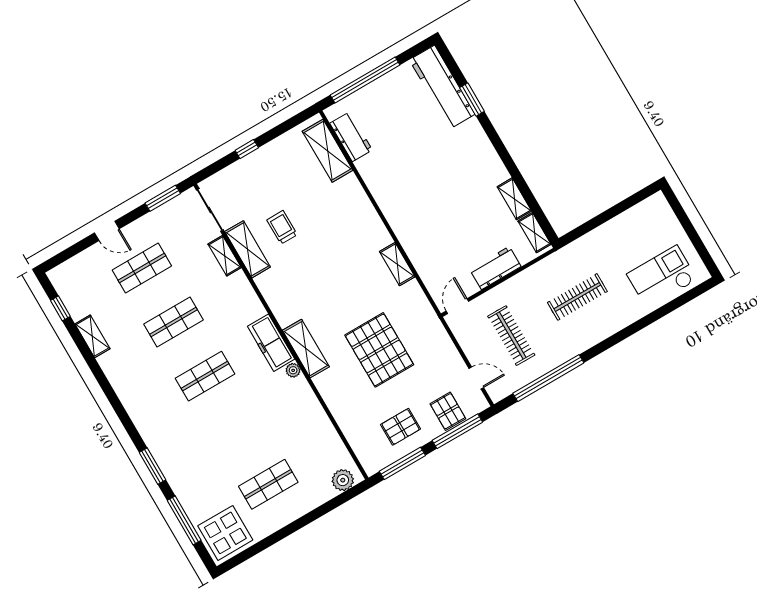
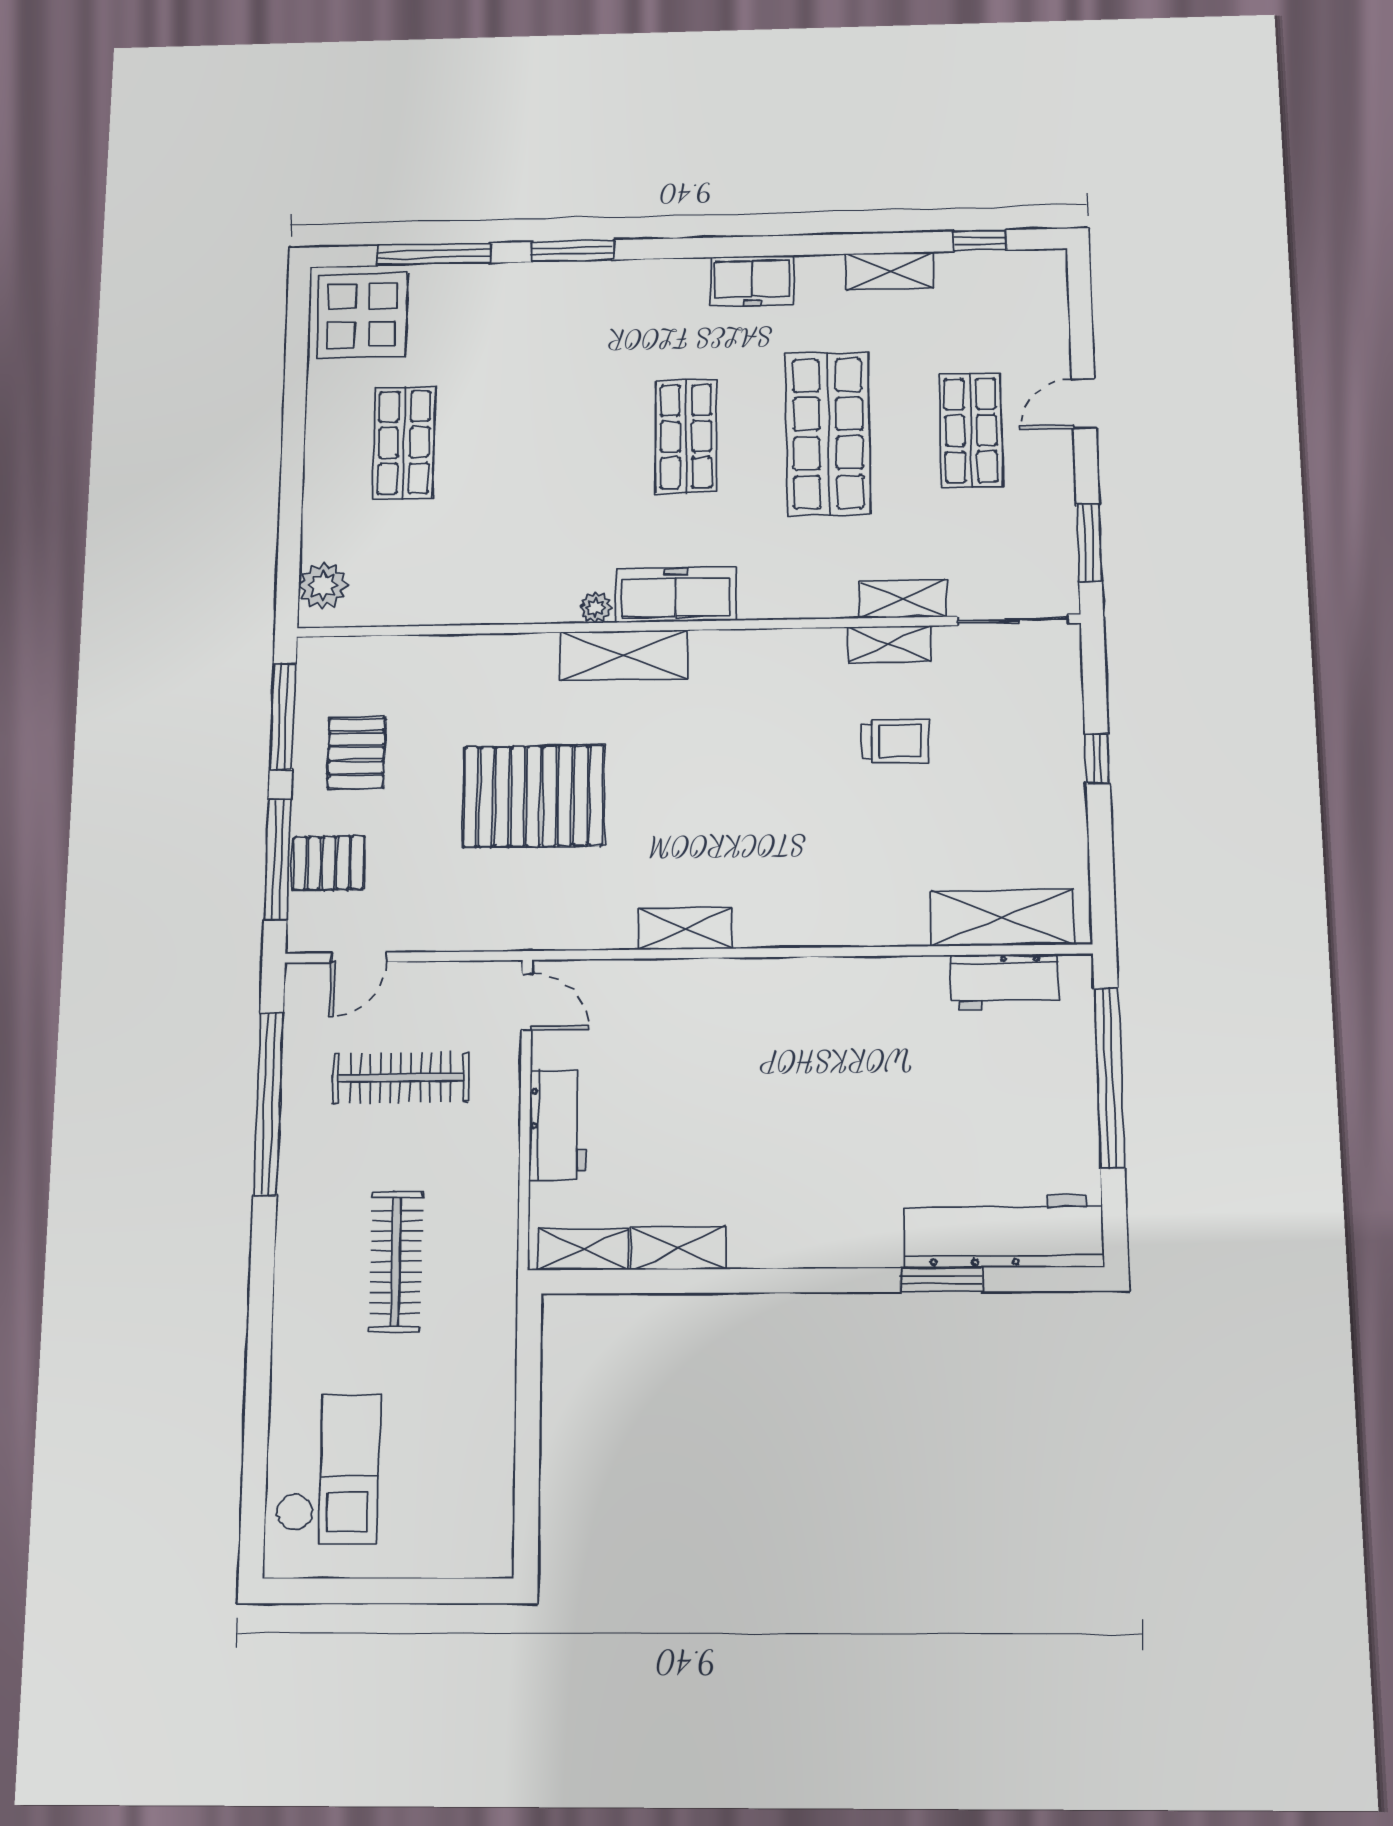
shelving: (248, 249) -> (890, 644), width x0.67, depth x0.75
shop shelf: (173, 322) -> (828, 433), width x1.43, depth x1.36
freezer: (126, 388) -> (752, 281), added

